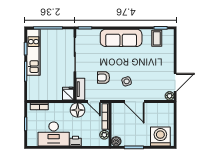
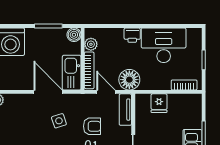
fridge: (68, 94) -> (159, 103), moved
kitchen sink: (118, 115) -> (72, 73), added

